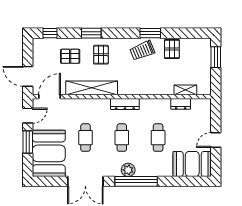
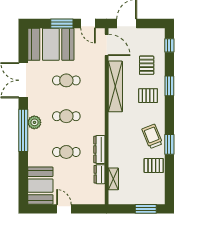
dresser: (125, 104) -> (99, 150), moved

